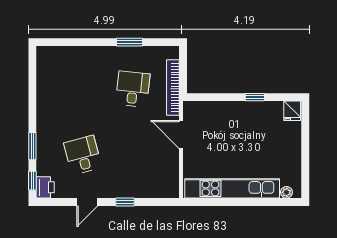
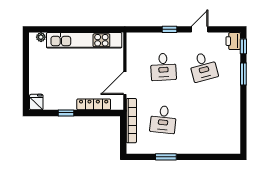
locker: (220, 108) -> (94, 104), added
door: (181, 135) -> (125, 83), swing flipped
desk: (133, 155) -> (163, 67), added

